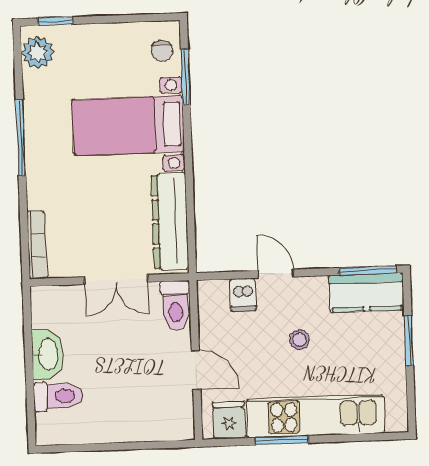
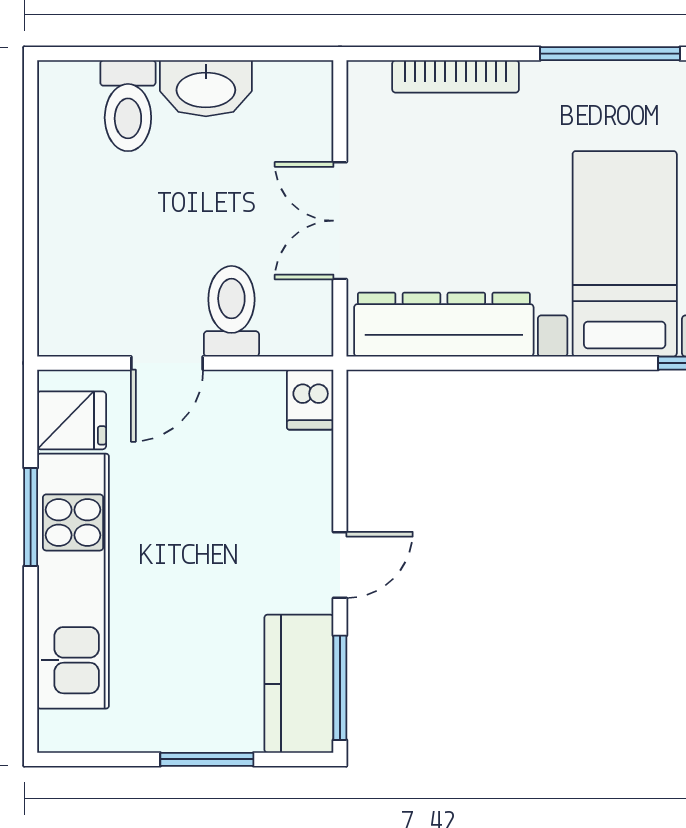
bookcase: (37, 245) -> (456, 76), moved
door: (276, 274) -> (340, 565), moved
dishwasher: (243, 295) -> (310, 400), moved, turned -90
toilet: (175, 305) -> (231, 311), moved, turned 90
stool: (299, 340) -> (216, 556), removed

